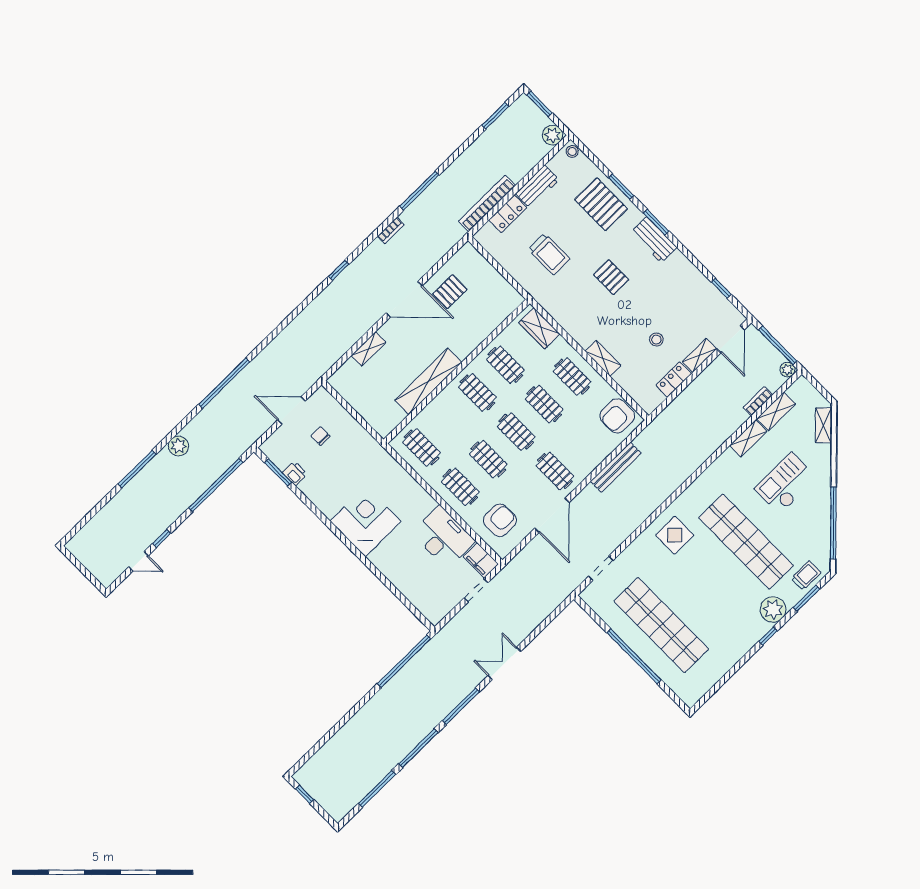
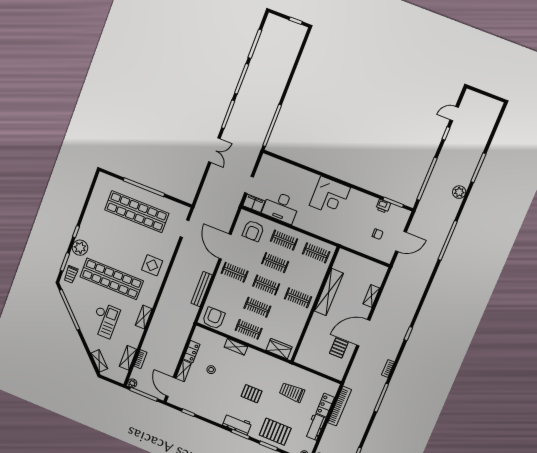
clothes rail: (505, 365) -> (289, 320), removed
shelving: (748, 438) -> (144, 317), moved

